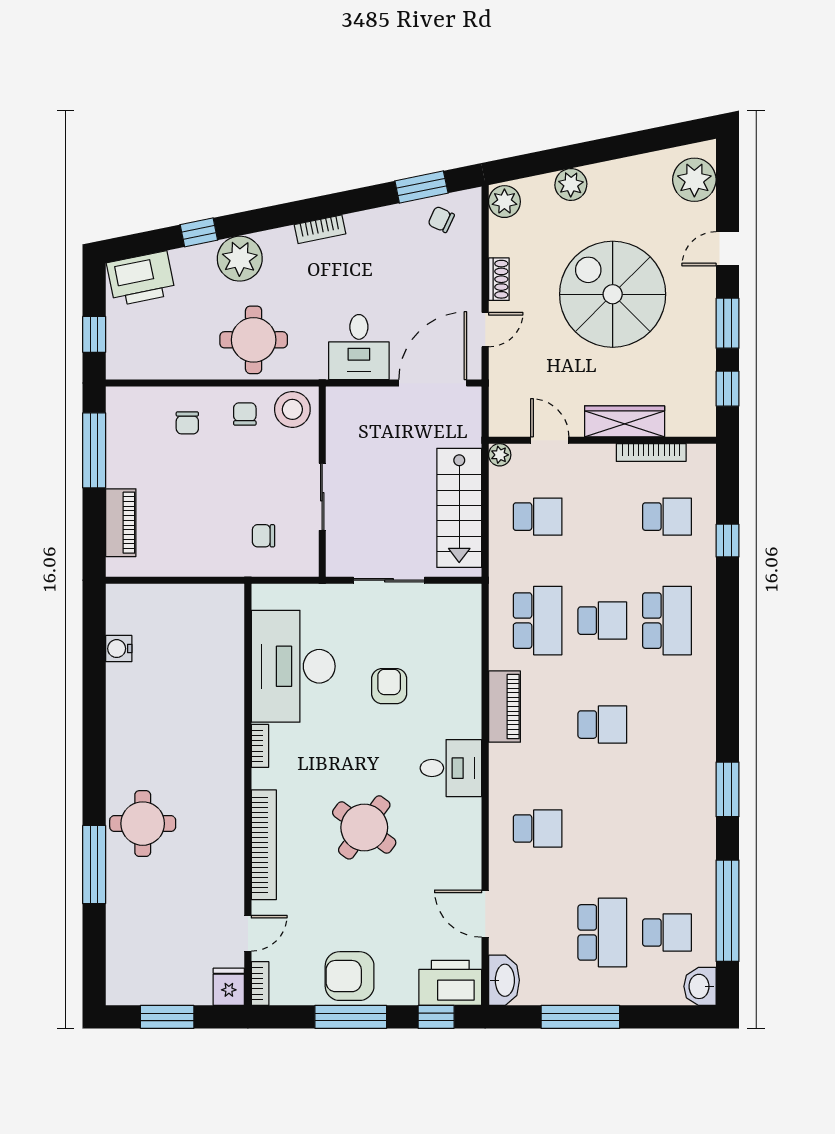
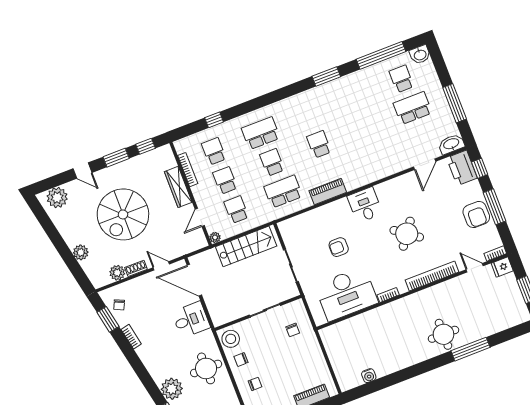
plant: (504, 202) -> (117, 273), moved
bookcase: (320, 229) -> (131, 337), moved
school desk: (538, 829) -> (225, 180), moved

